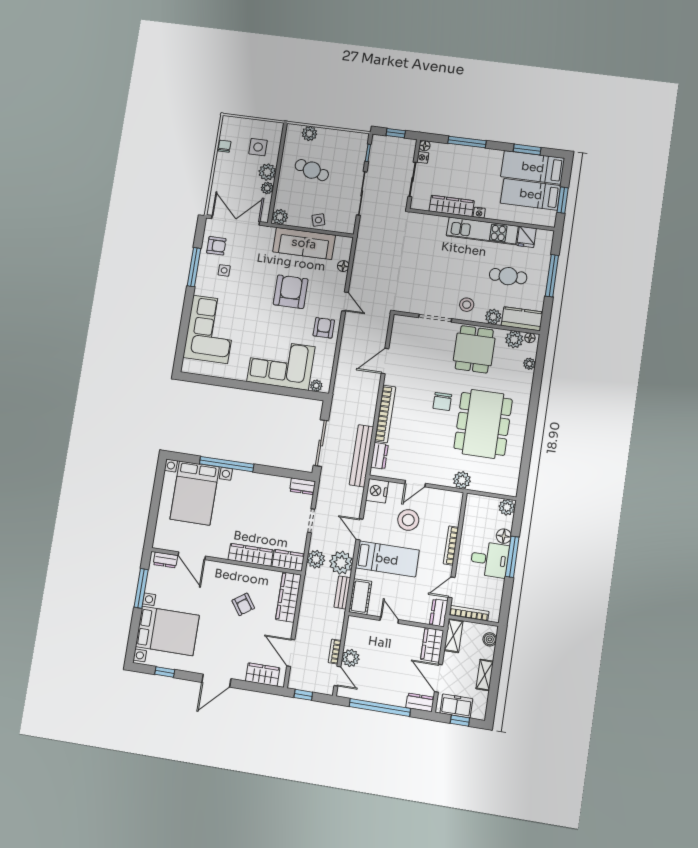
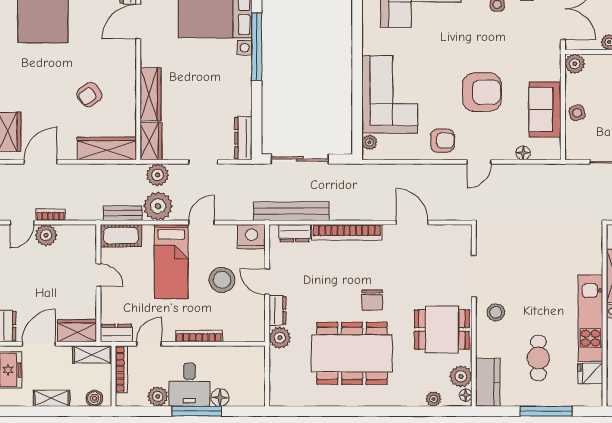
sofa: (304, 243) -> (545, 109), width x0.73
plant: (493, 317) -> (485, 347), removed
chair: (442, 401) -> (372, 300), turned -90
dresser: (440, 479) -> (277, 310), added
dresser: (303, 486) -> (243, 138), width x1.44
plant: (507, 507) -> (158, 396), moved
door: (452, 587) -> (149, 344), hinge flipped
door: (389, 620) -> (98, 275), hinge flipped

